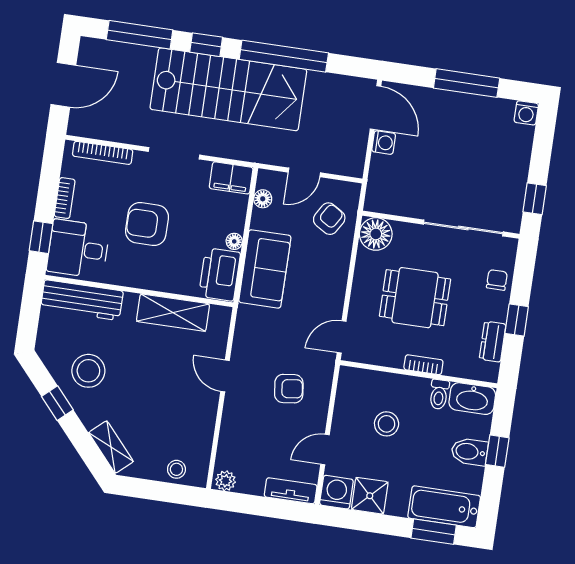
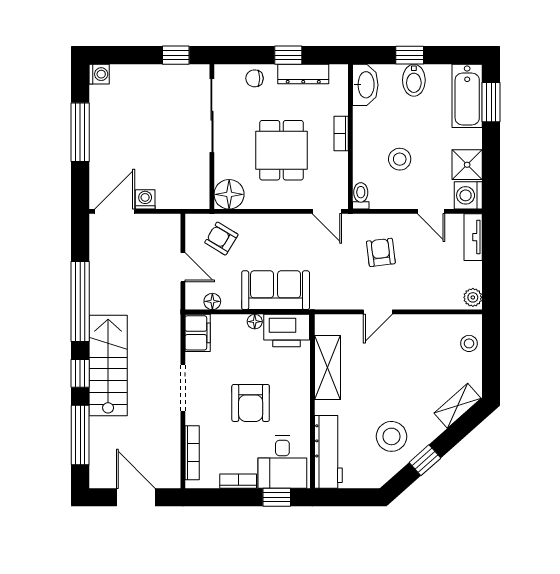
stairs: (228, 89) -> (108, 366), width x0.73, depth x0.66
dresser: (493, 342) -> (303, 74), width x1.44
toilet: (439, 394) -> (361, 196), moved, turned -90

